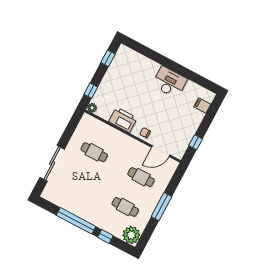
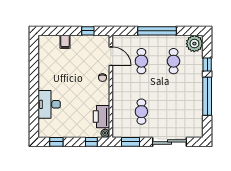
desk: (169, 82) -> (49, 104), moved
filing cabinet: (202, 105) -> (65, 42), moved
printer: (123, 120) -> (101, 117), moved
window: (71, 127) -> (130, 142), added
window: (161, 207) -> (157, 31), width x1.46

